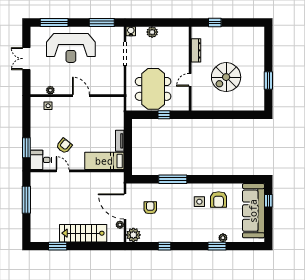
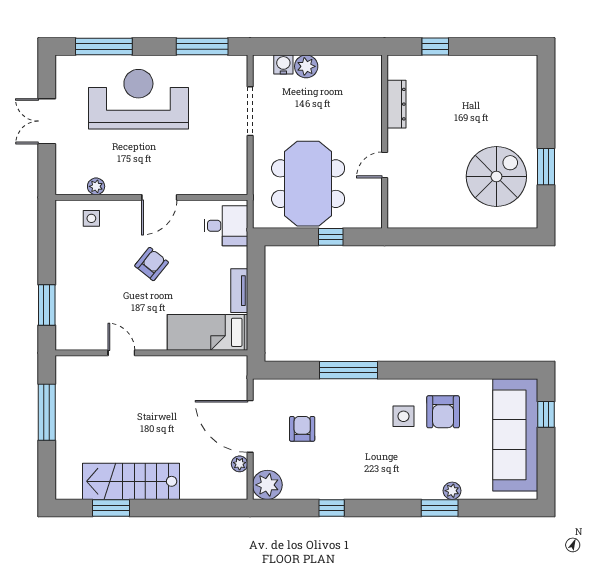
water cooler: (131, 31) -> (283, 64), moved
reception desk: (71, 48) -> (138, 99), turned 180
spiral stairs: (226, 77) -> (496, 177), moved, turned 180
door: (81, 96) -> (159, 197), swing flipped
armchair: (64, 146) -> (152, 264), moved
desk: (41, 160) -> (226, 226), moved, turned 180
stairs: (83, 233) -> (131, 481), moved

